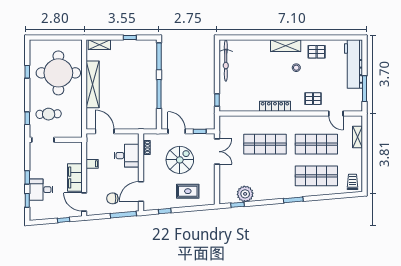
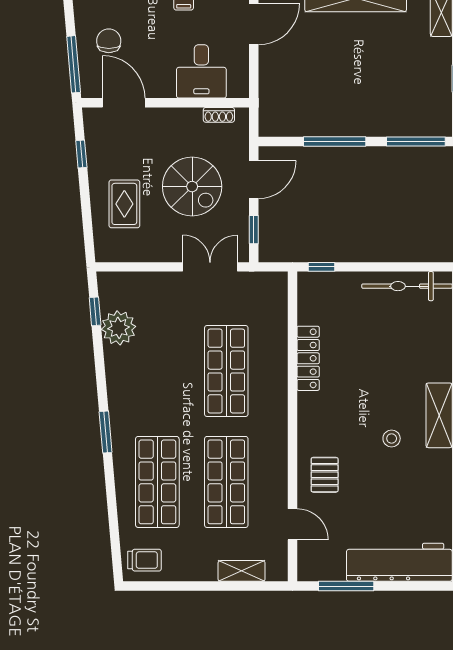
pallet: (317, 52) -> (426, 483), removed
locker: (275, 106) -> (308, 358), moved
door: (336, 113) -> (293, 524), swing flipped
double door: (217, 152) -> (210, 267), swing flipped

